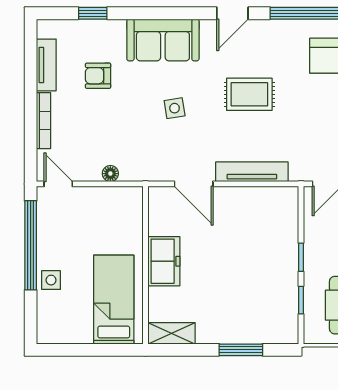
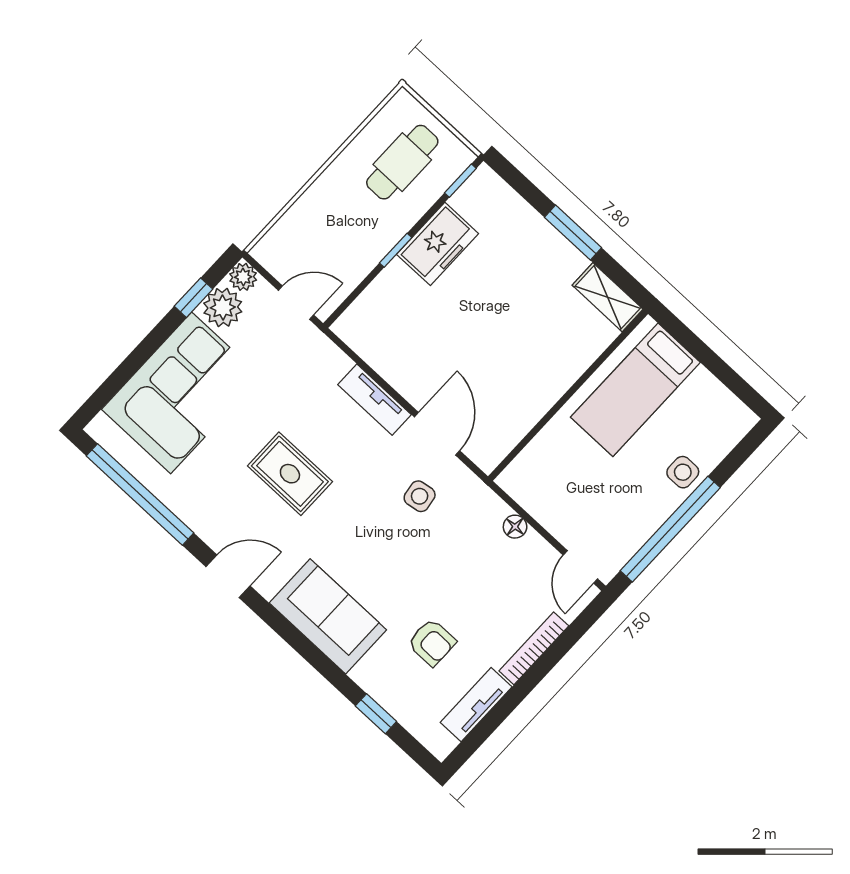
side table: (175, 108) -> (420, 496), moved
tv unit: (252, 172) -> (375, 400), width x0.71
freezer: (164, 261) -> (438, 244), moved, turned 180
window: (301, 300) -> (460, 181), moved
window: (241, 350) -> (573, 233), moved

